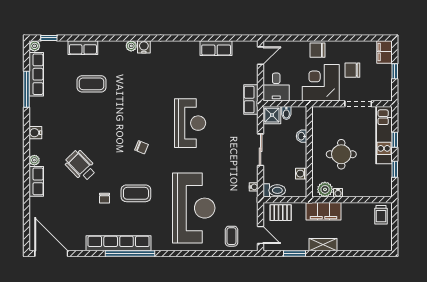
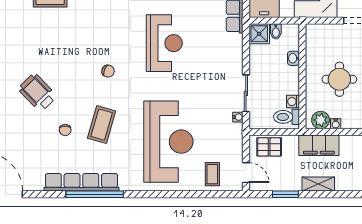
sliding door: (261, 150) -> (246, 93), moved
toilet: (274, 190) -> (286, 117), moved, turned 180
coffee table: (136, 193) -> (102, 125), turned -74

